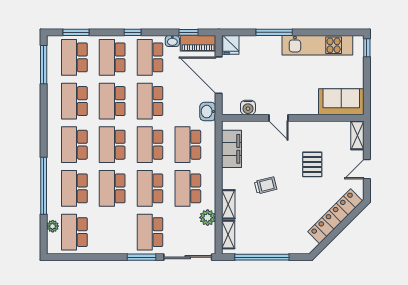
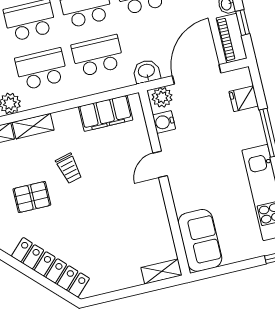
fridge: (231, 45) -> (244, 99), moved
plant: (229, 105) -> (162, 97), added
pallet: (312, 164) -> (32, 197), moved
door: (367, 169) -> (121, 294), removed

